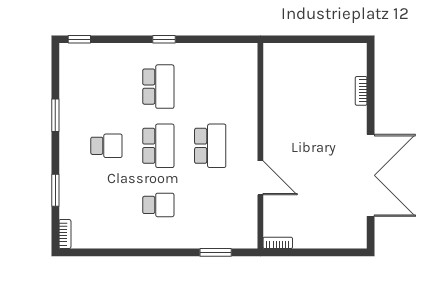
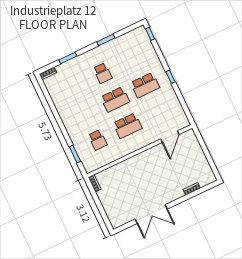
double door: (371, 175) -> (151, 214), width x0.73
door: (260, 178) -> (170, 137), moved
school desk: (158, 205) -> (98, 140), moved

